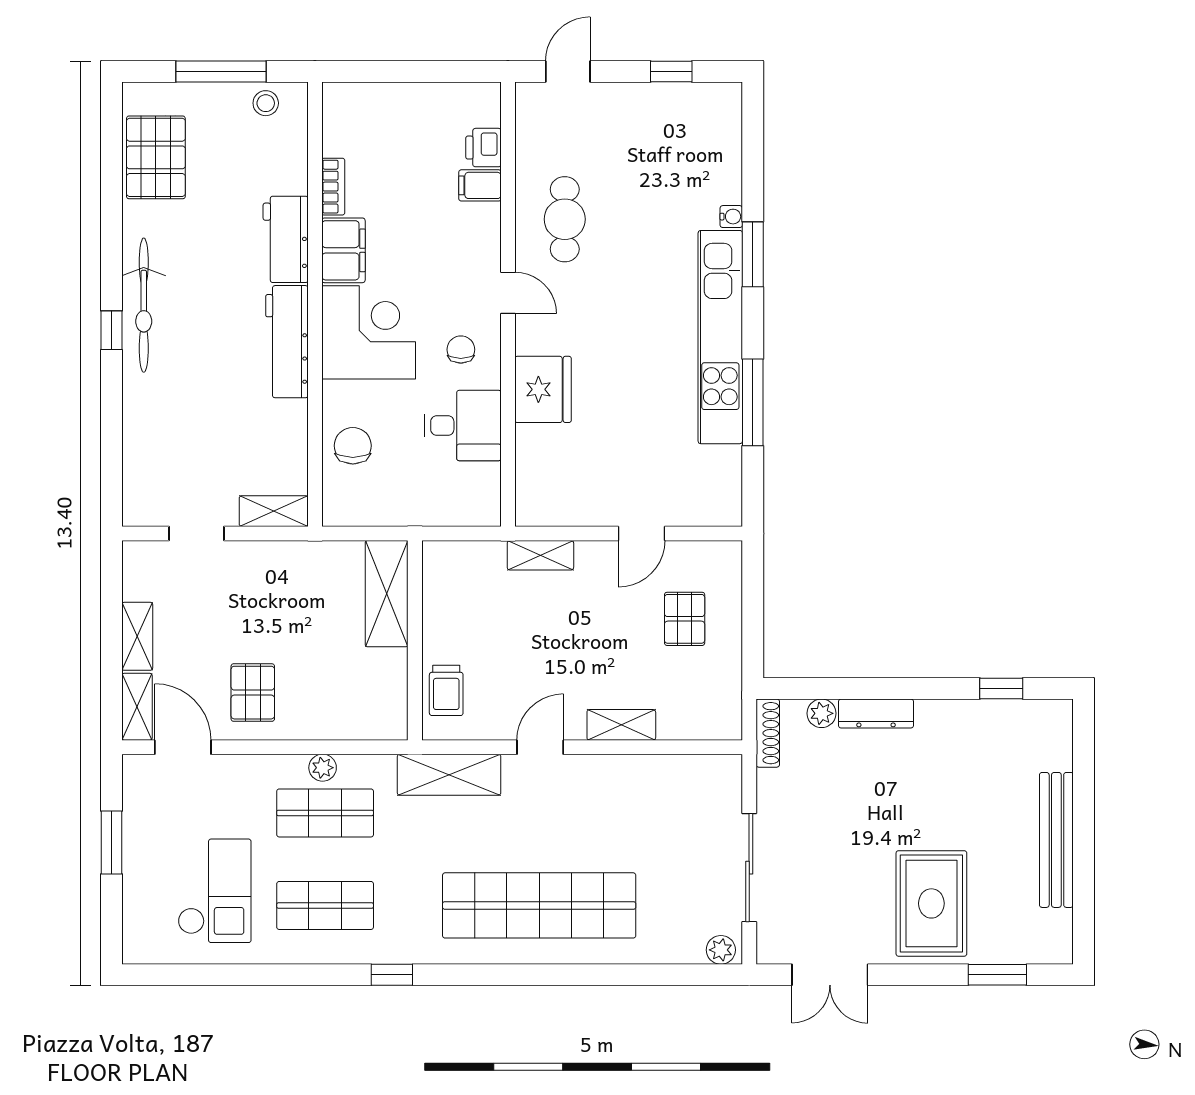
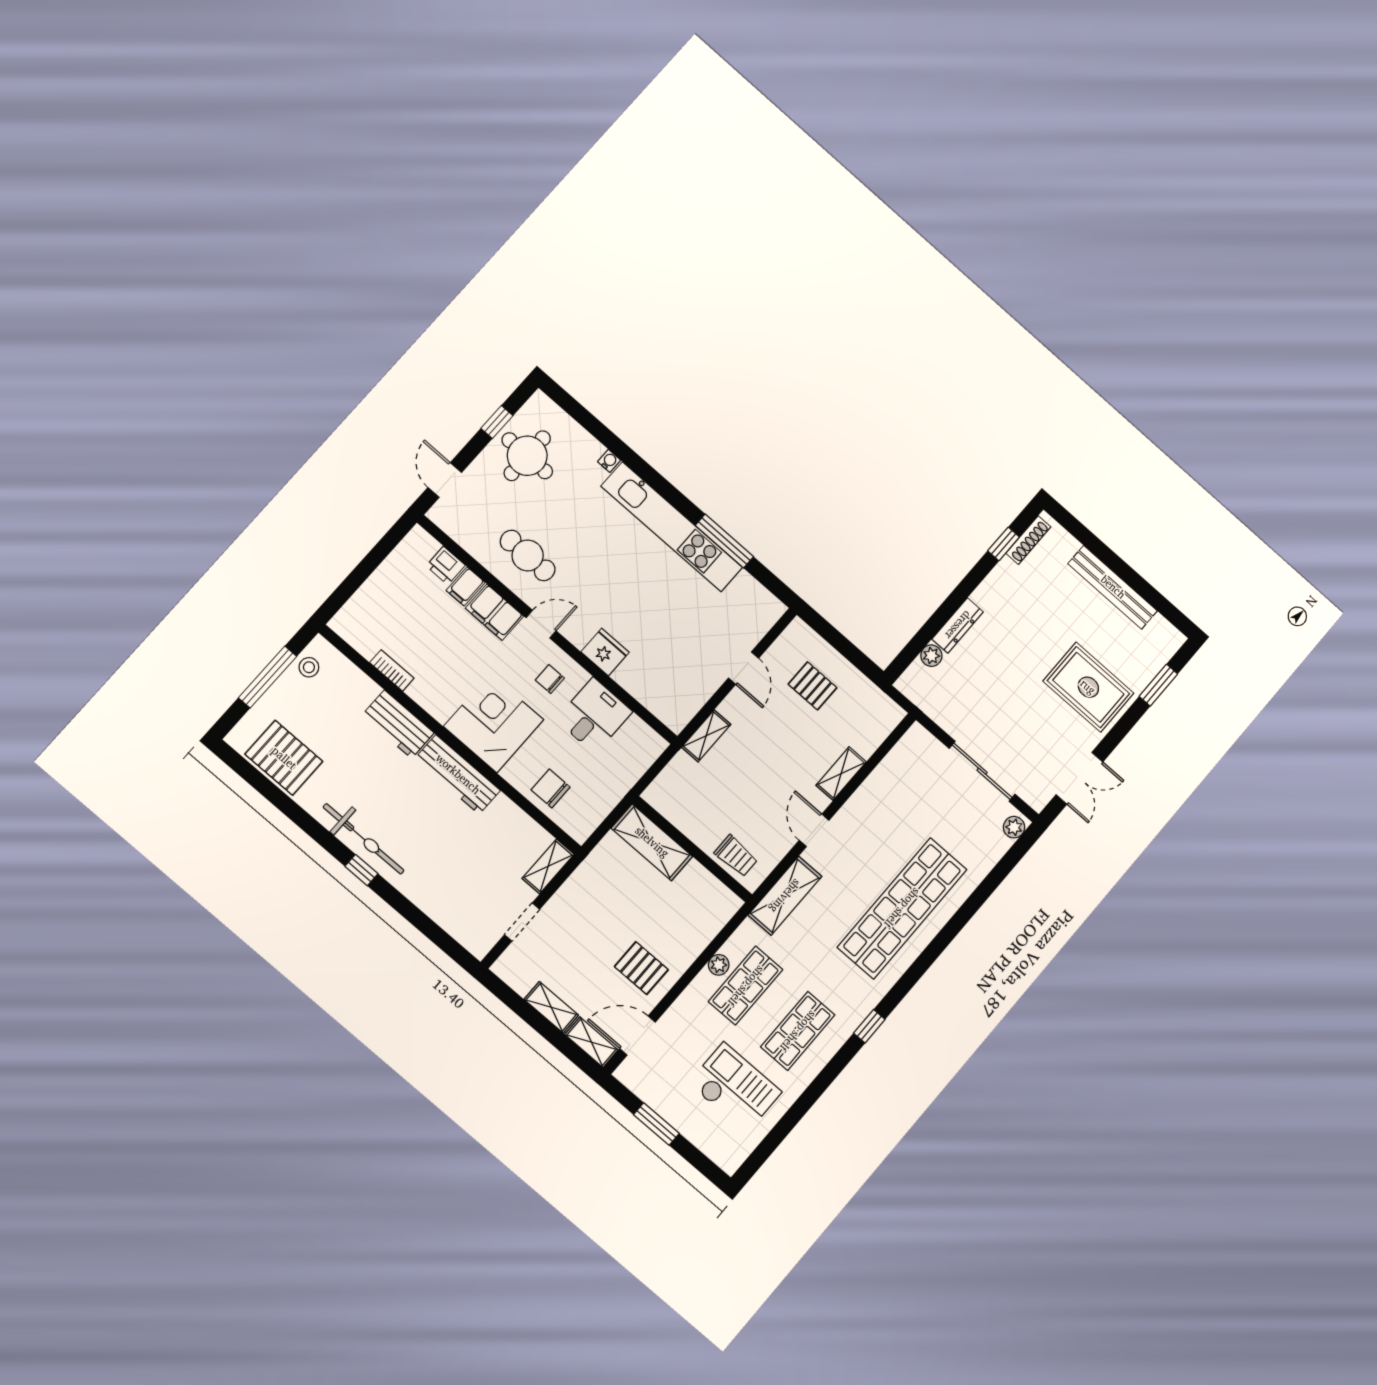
round table: (664, 131) -> (527, 456), added
filing cabinet: (343, 250) -> (495, 612), moved, turned 180
window: (753, 254) -> (641, 468), removed
fridge: (543, 389) -> (605, 652), width x0.73, depth x0.75
shoe rack: (768, 733) -> (1028, 540), moved, turned 90

